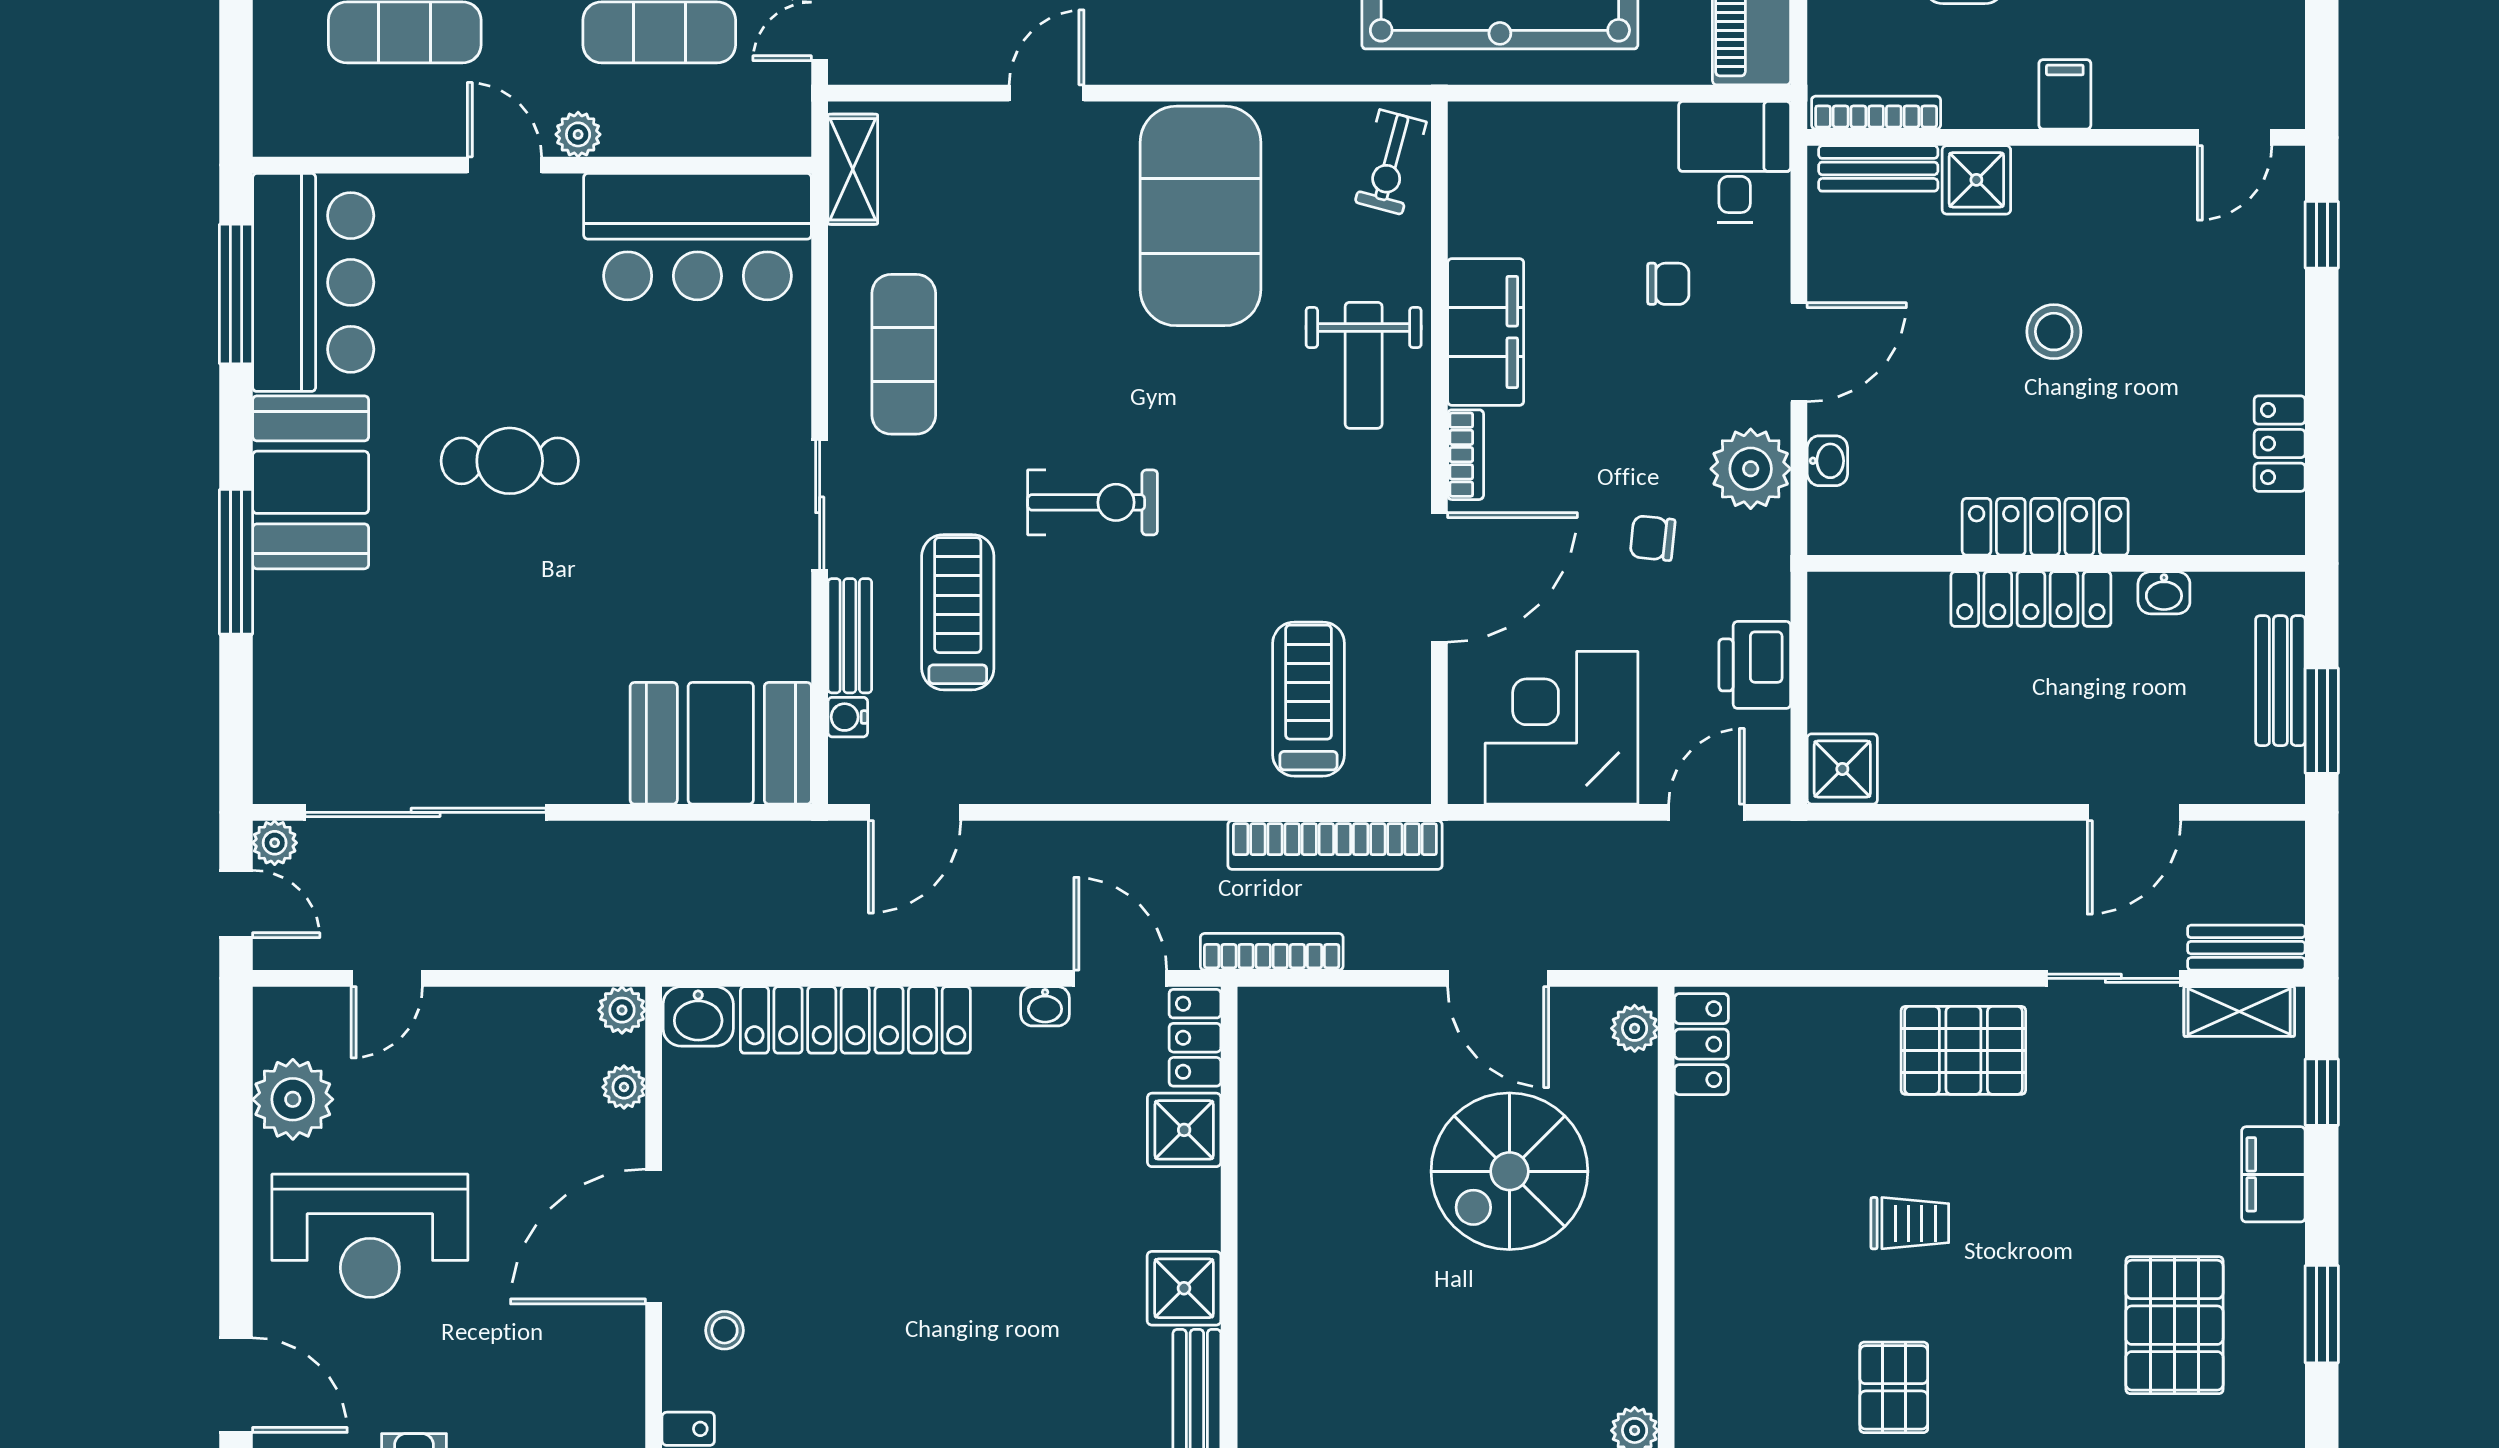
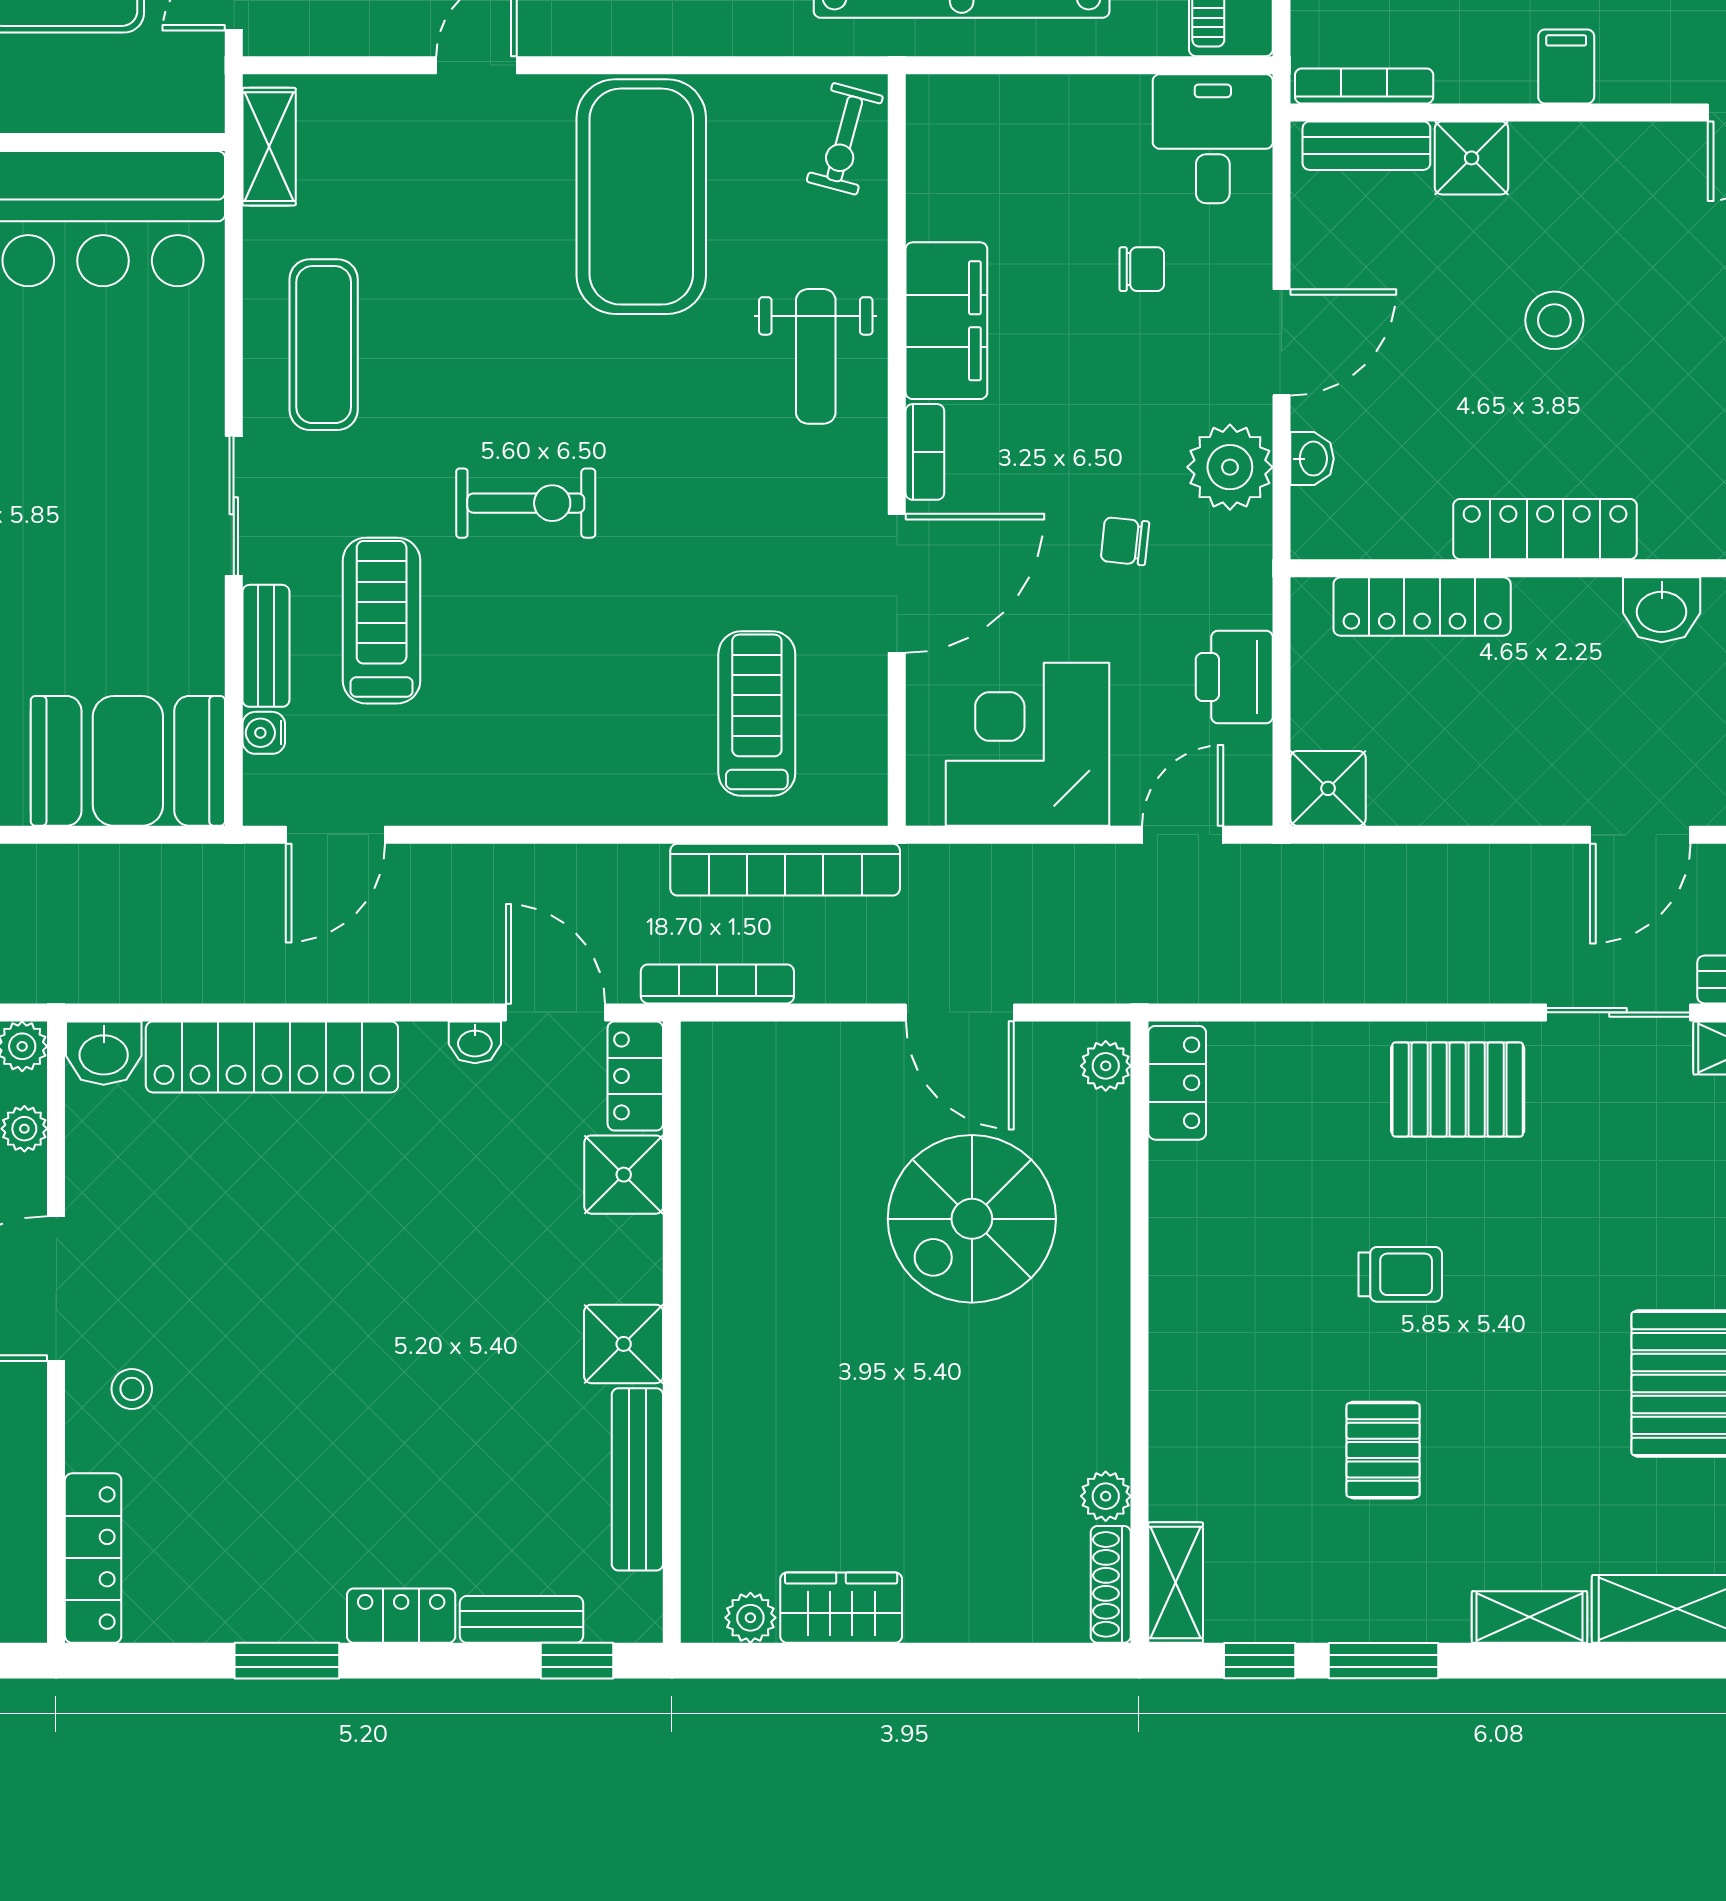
washbasin: (2164, 593) -> (1662, 610), width x1.38, depth x1.45
locker: (2031, 599) -> (1422, 607), moved

